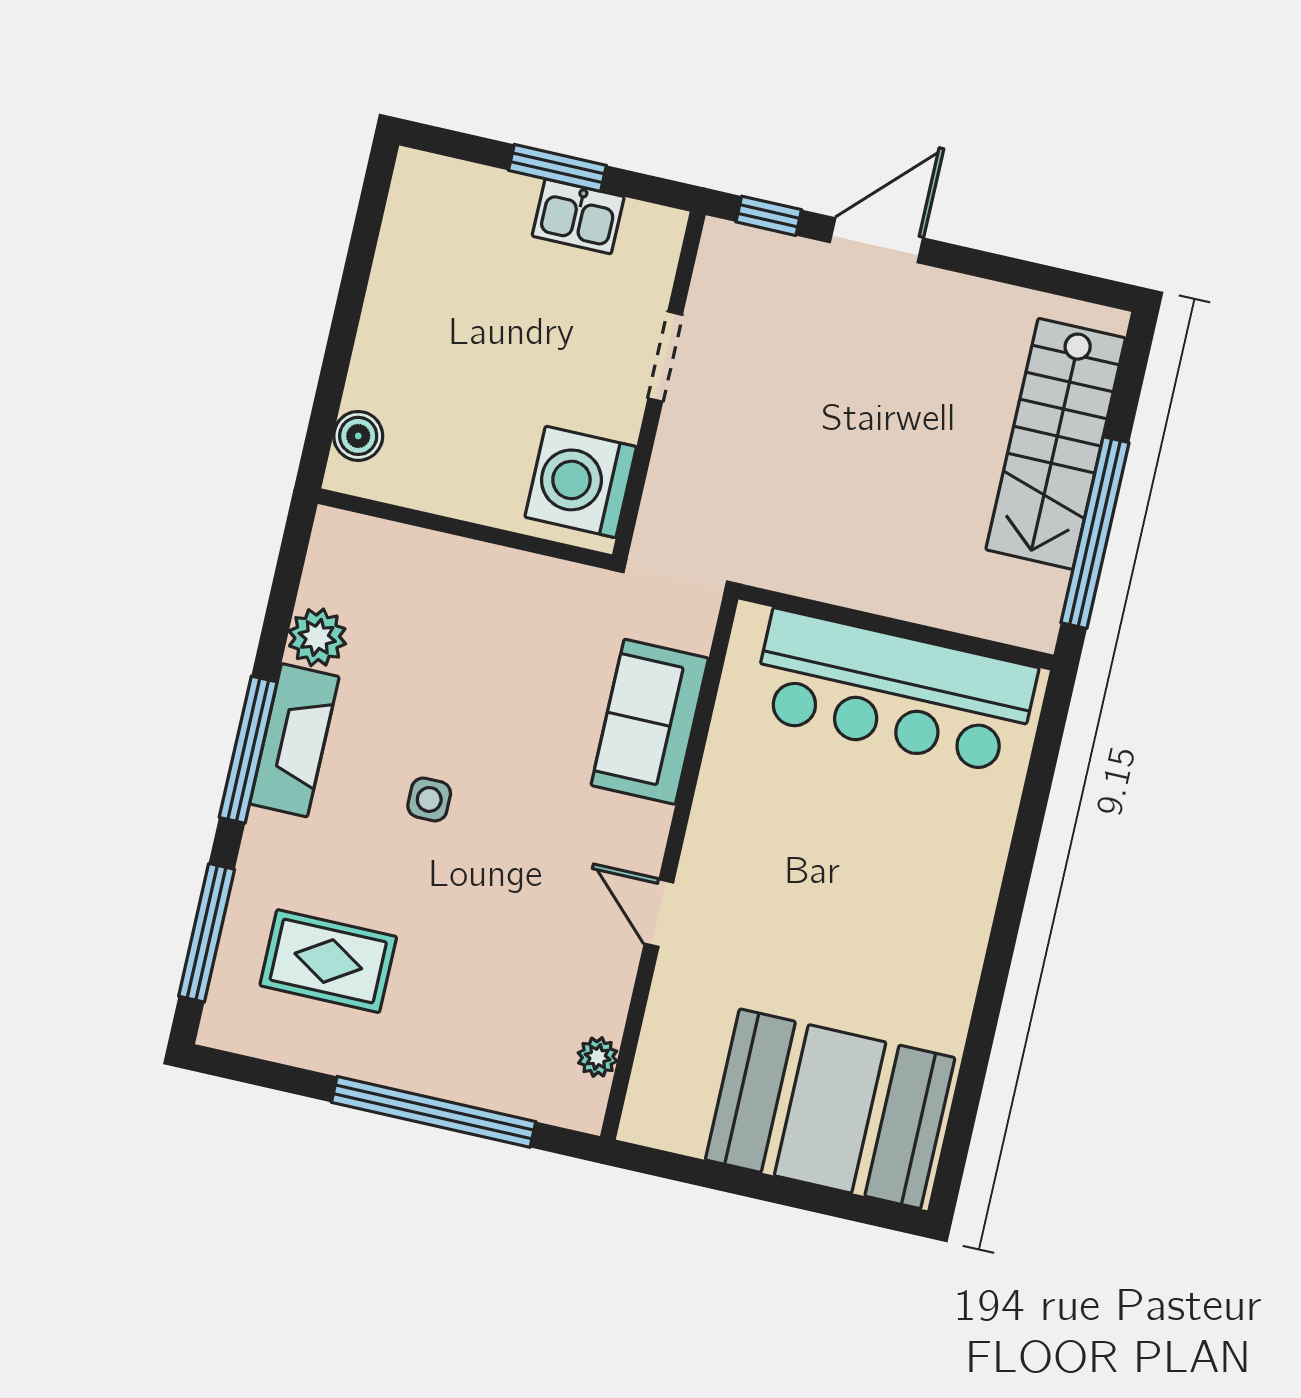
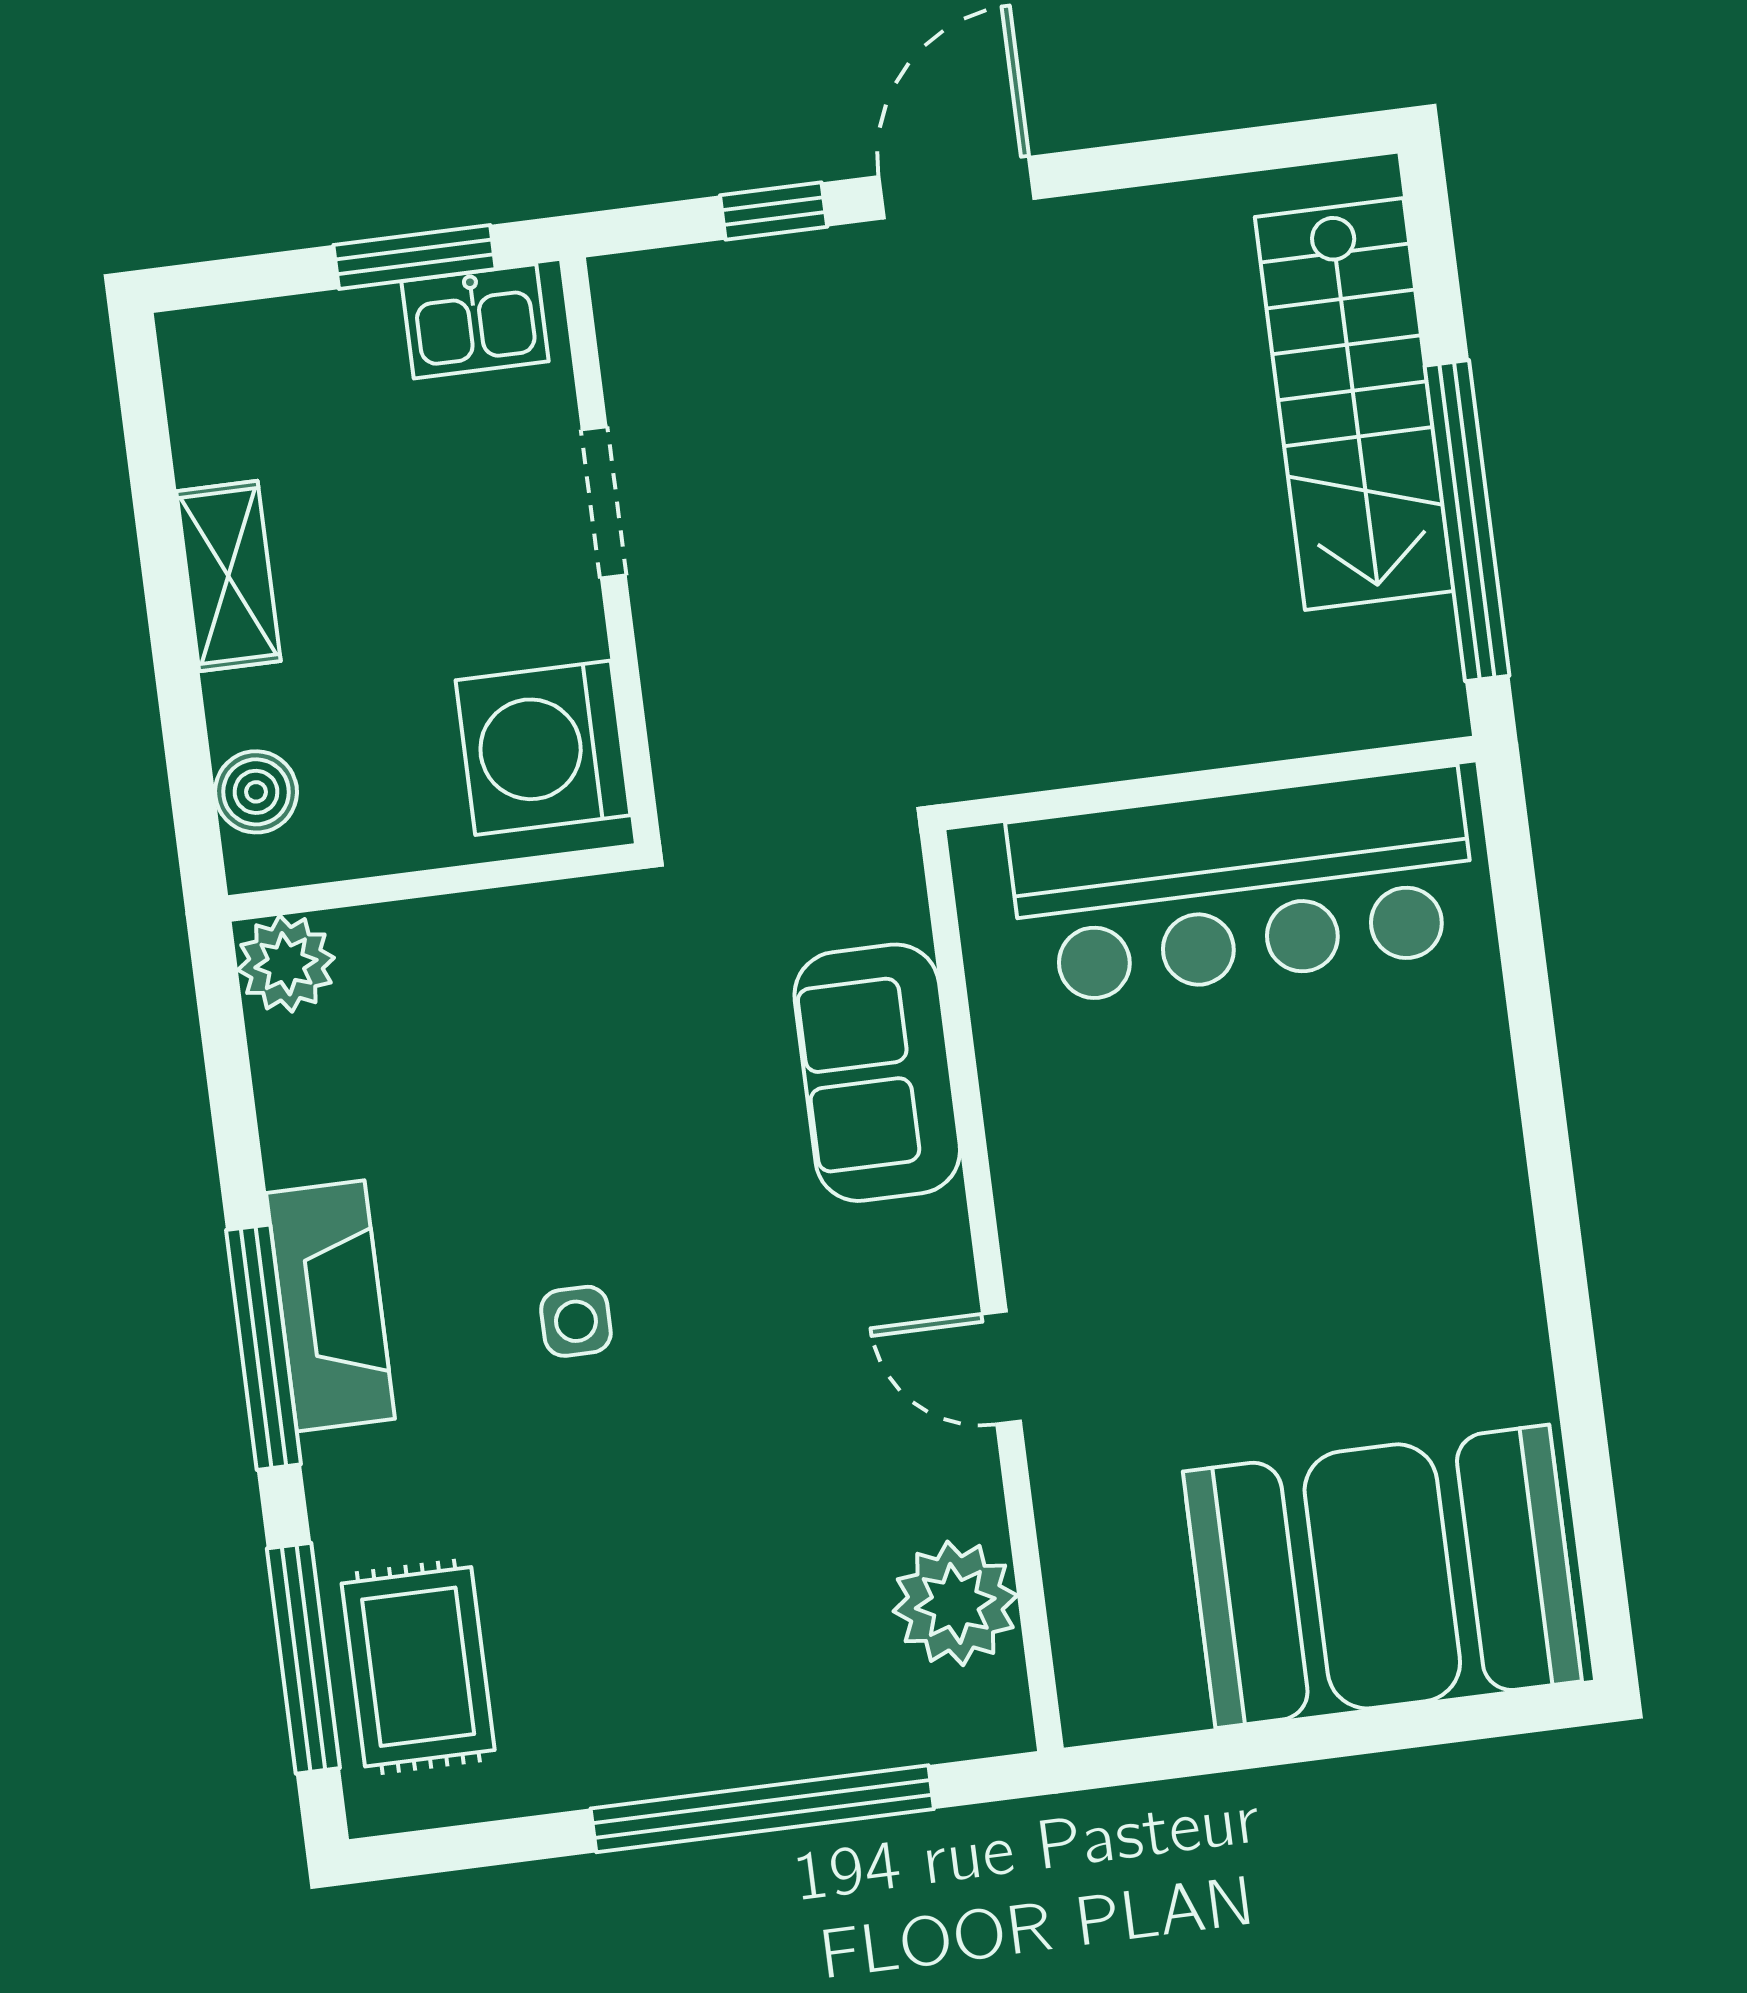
shelving: (387, 309) -> (228, 576), added
doorway: (665, 357) -> (604, 503), moved
wall: (659, 385) -> (610, 550), moved
washing machine: (581, 482) -> (543, 748), moved
plant: (317, 637) -> (286, 964), moved
rug: (328, 961) -> (418, 1667), moved, turned 90
plant: (598, 1057) -> (955, 1603), width x1.87, depth x1.87

